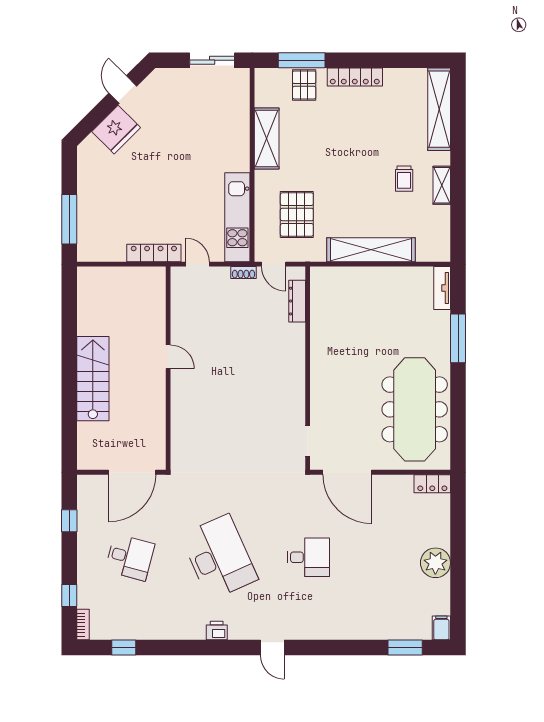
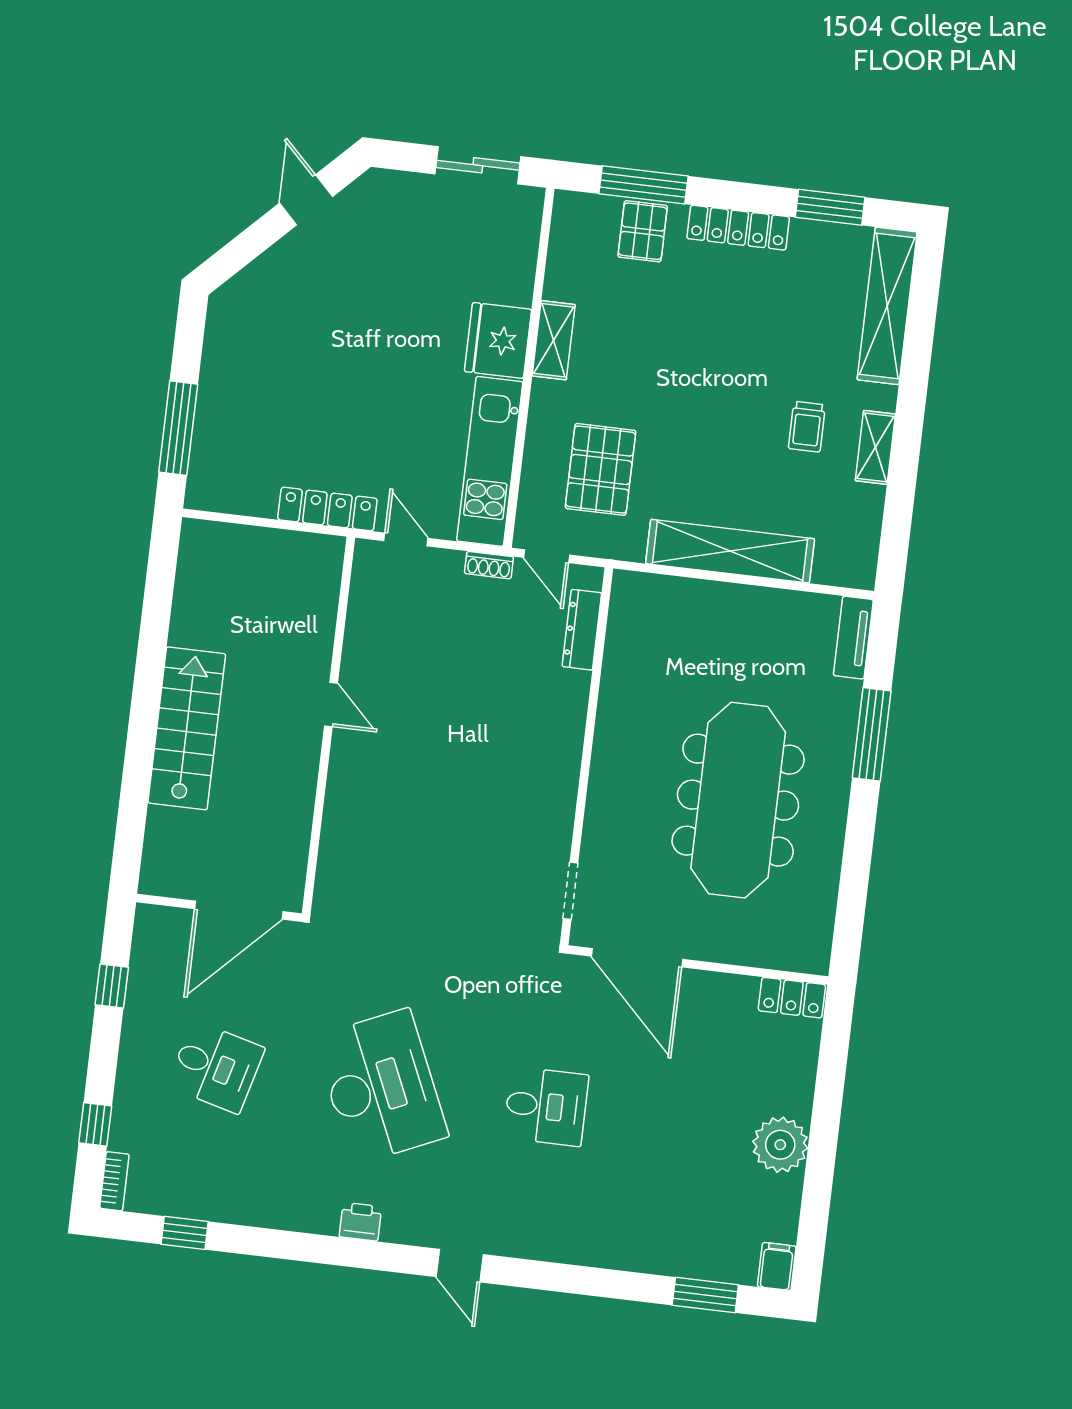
window: (402, 60) -> (830, 207), added
fridge: (116, 130) -> (498, 340), moved, turned 135
shelving: (267, 138) -> (554, 340), width x0.67, depth x0.75
meeting table: (415, 409) -> (738, 800), moved

